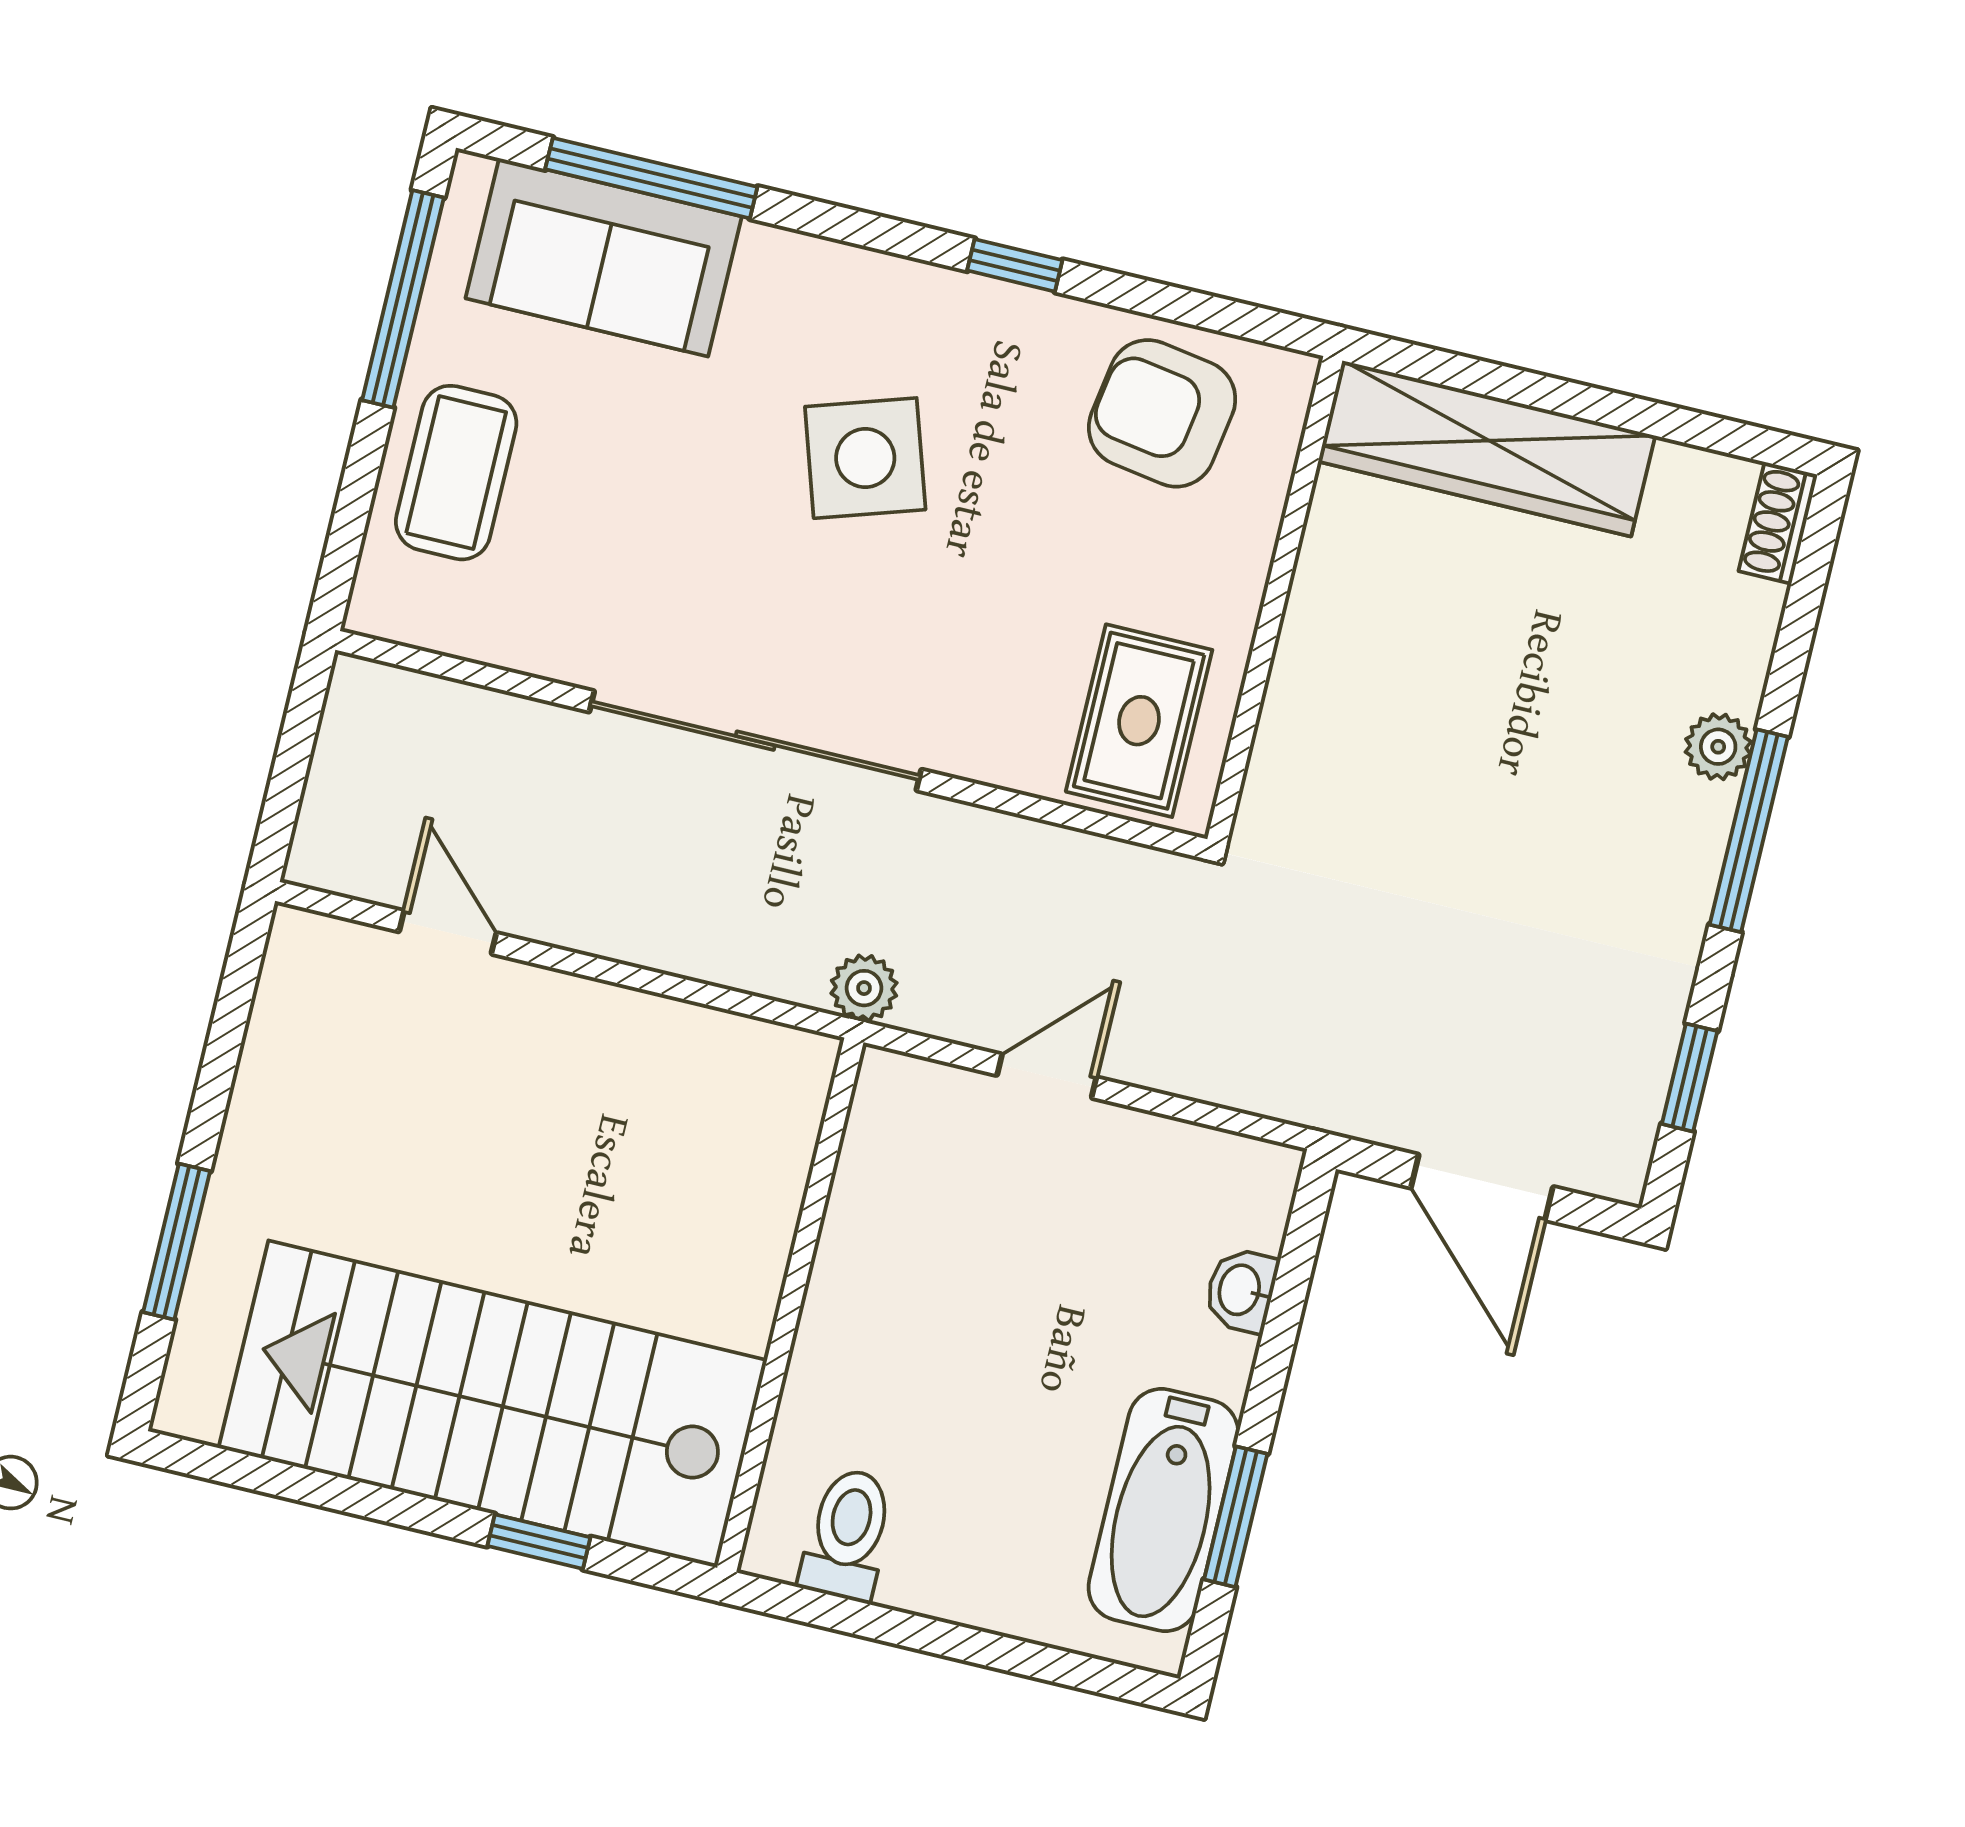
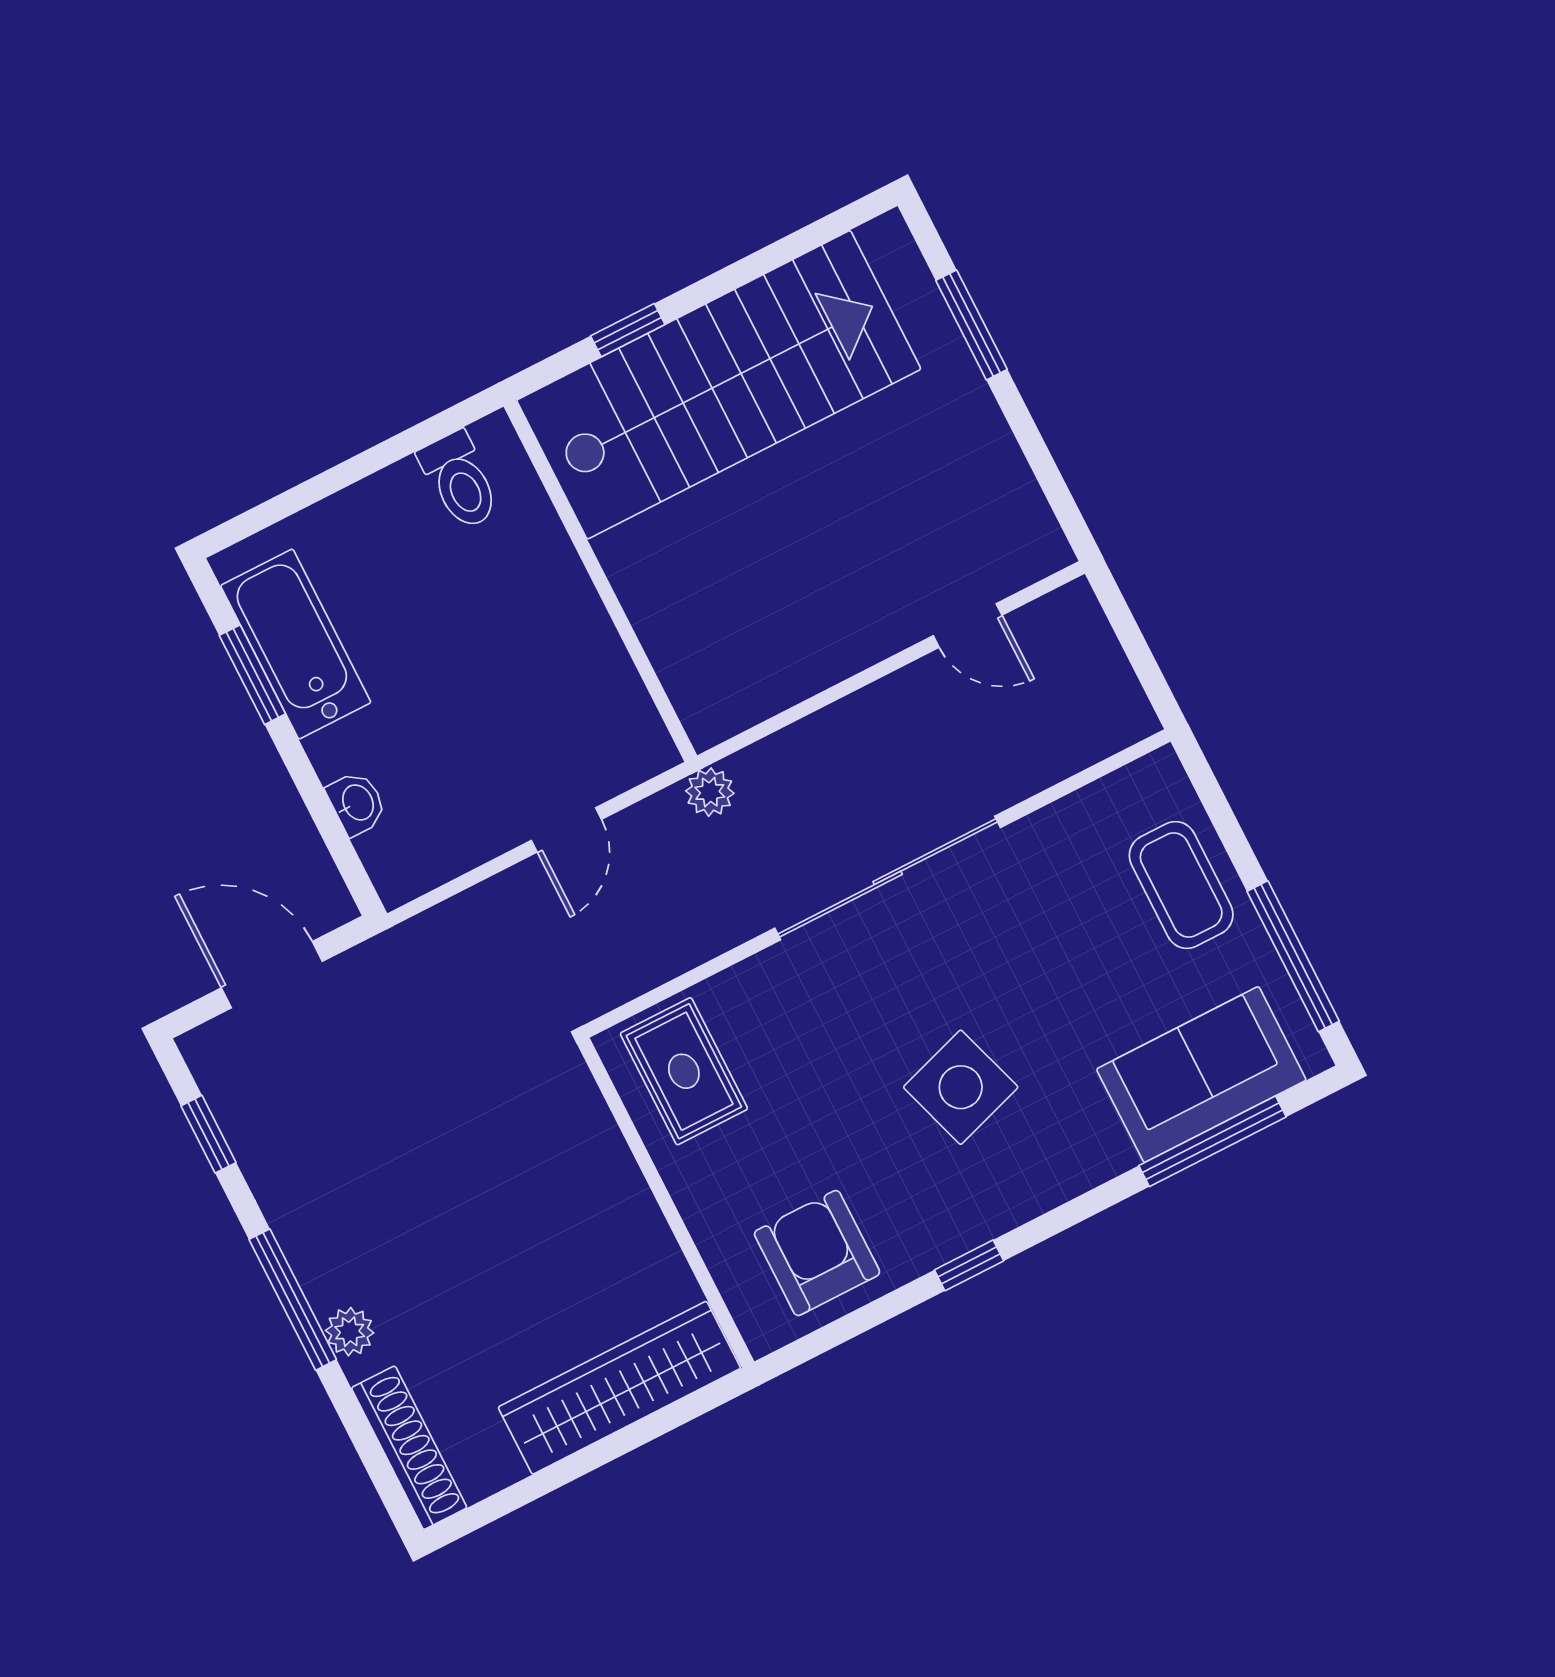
armchair: (1162, 413) -> (817, 1253), turned -99
shoe rack: (1778, 523) -> (409, 1448), width x1.94, depth x1.24

